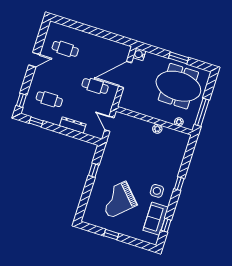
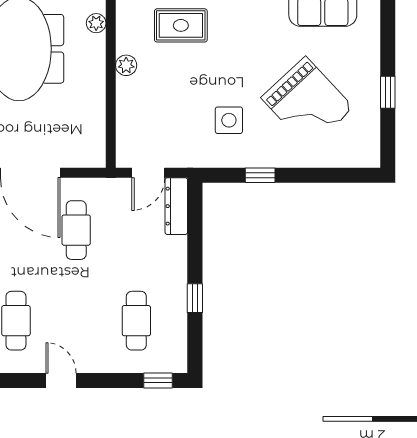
window: (36, 122) -> (195, 298), moved
dresser: (73, 125) -> (176, 206), moved
rug: (167, 157) -> (181, 25), added
side table: (157, 191) -> (229, 120), moved

